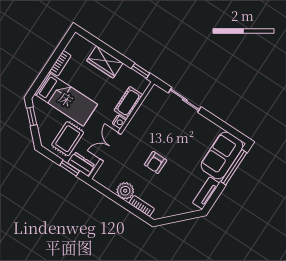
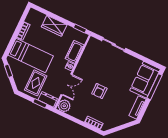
double door: (111, 147) -> (66, 84), swing flipped
plant: (125, 191) -> (64, 106), moved

